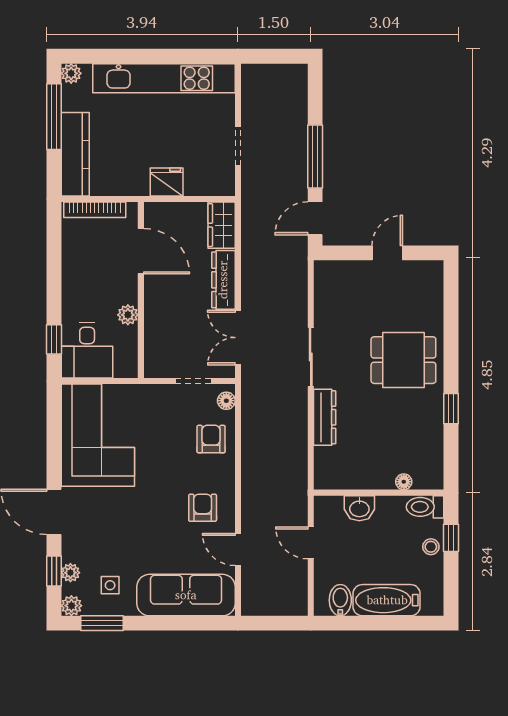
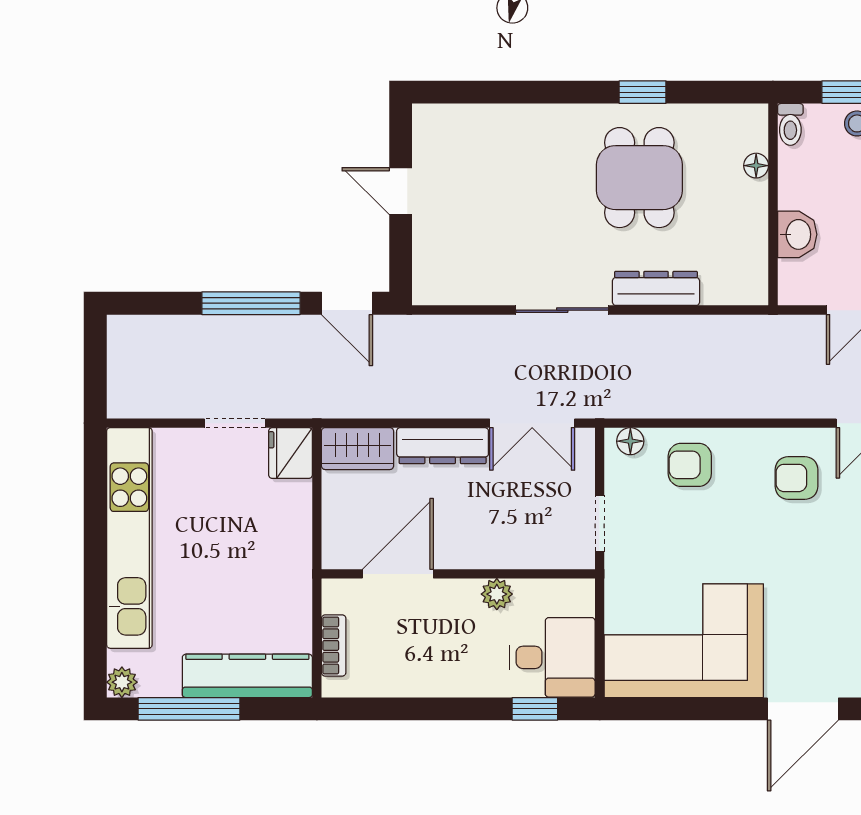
fridge: (167, 182) -> (291, 453), moved
bookcase: (95, 210) -> (334, 645), width x0.64
dining table: (403, 360) -> (639, 178), moved
doorway: (193, 381) -> (600, 524), moved
toilet: (425, 507) -> (790, 124), width x0.73, depth x0.72

